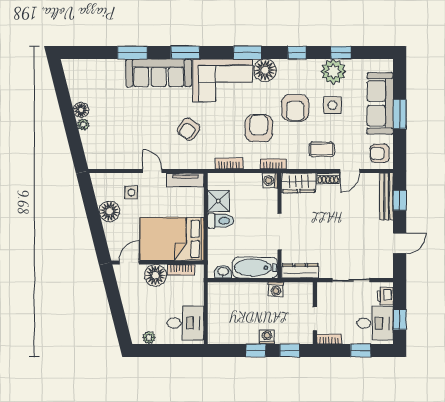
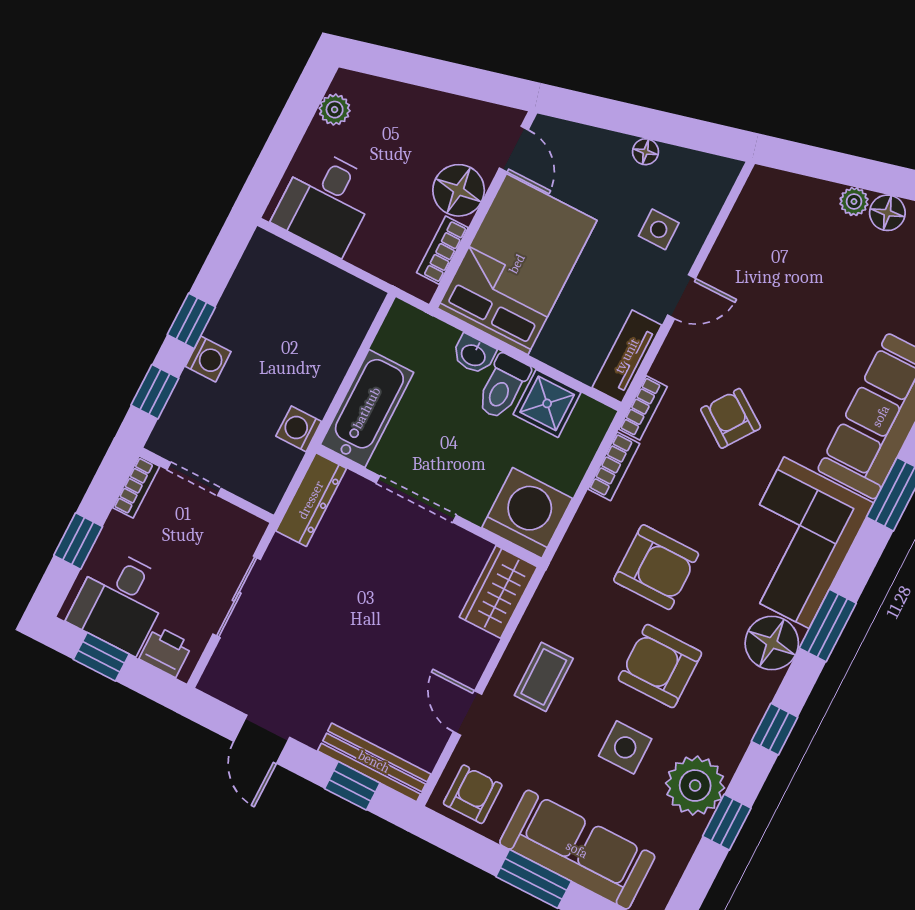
bookcase: (273, 164) -> (643, 408), moved
shoe rack: (328, 178) -> (476, 659), removed
washing machine: (270, 180) -> (527, 513), width x1.89, depth x1.89
floor lamp: (109, 211) -> (646, 152), width x0.53, depth x0.53
washbasin: (223, 272) -> (474, 354), moved, turned 90

